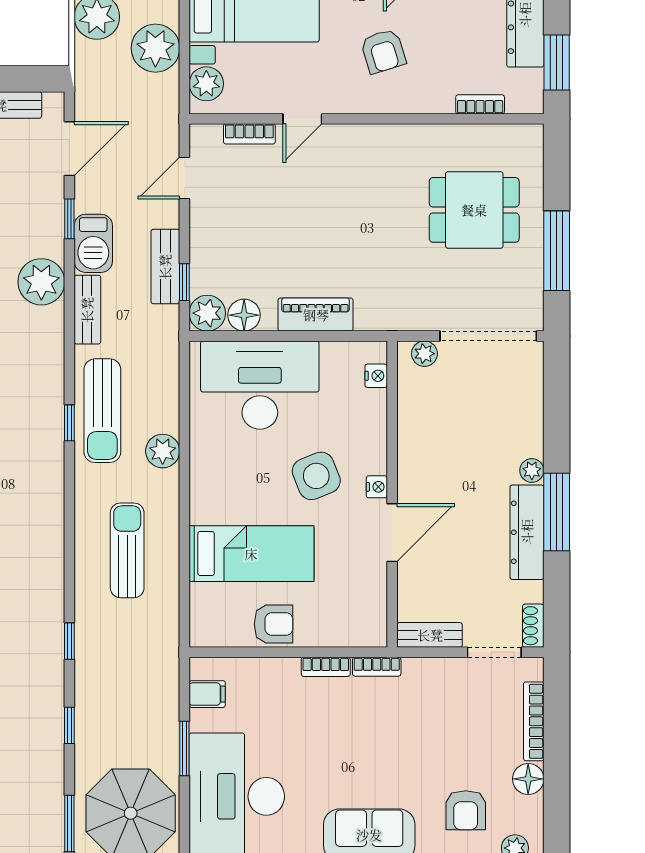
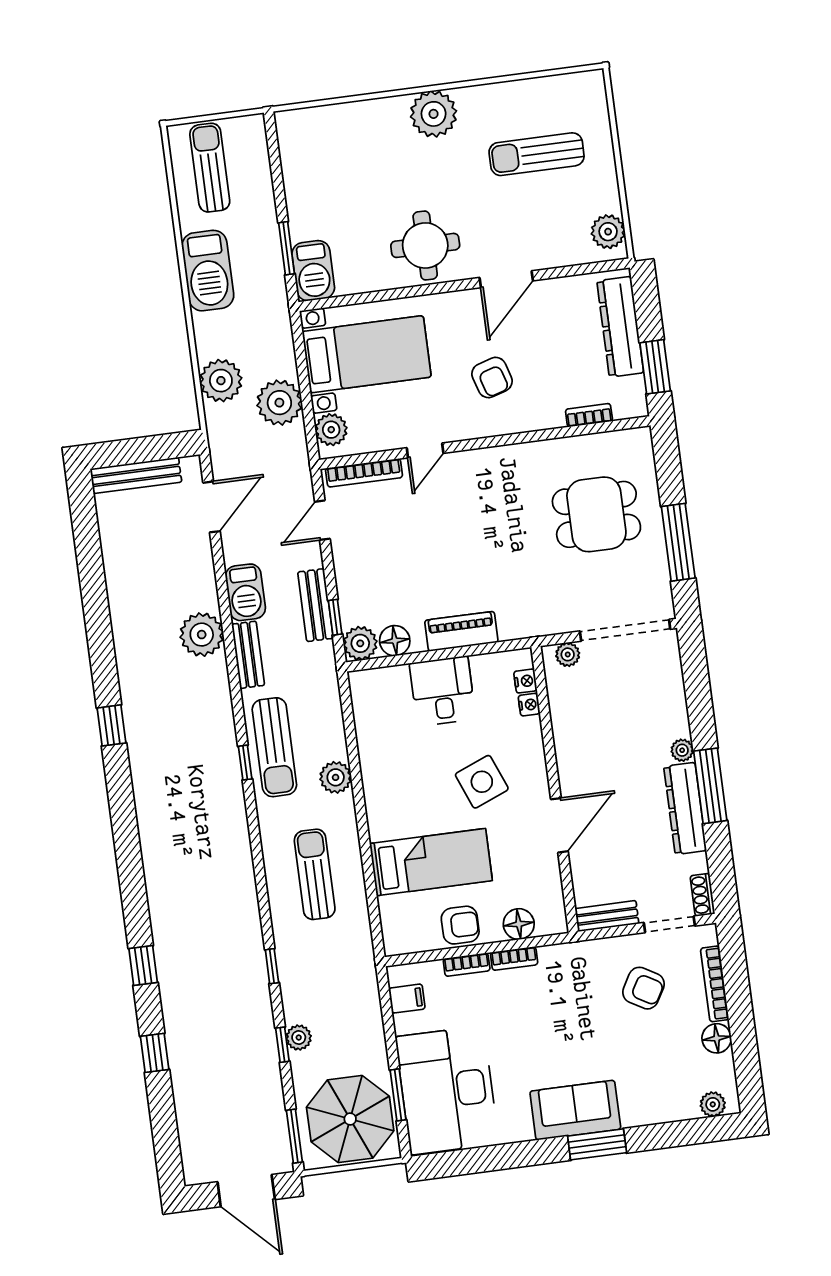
bookcase: (249, 134) -> (364, 473), width x1.56
window: (69, 219) -> (220, 572), removed
desk: (260, 385) -> (442, 691), width x0.53, depth x0.77
nightstand: (377, 487) -> (529, 705), moved
floor lamp: (335, 631) -> (519, 924), added
bookcase: (377, 667) -> (467, 965), moved
plant: (88, 720) -> (299, 1038), added
window: (184, 748) -> (398, 1095), moved
armchair: (466, 810) -> (643, 988), moved, turned -60

